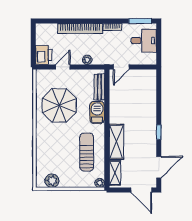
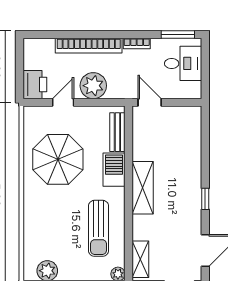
plant: (87, 60) -> (93, 86), width x1.88, depth x1.88
door: (121, 67) -> (150, 102), swing flipped
shelving: (116, 142) -> (143, 188), moved
sun lounger: (87, 152) -> (99, 228), turned 180

